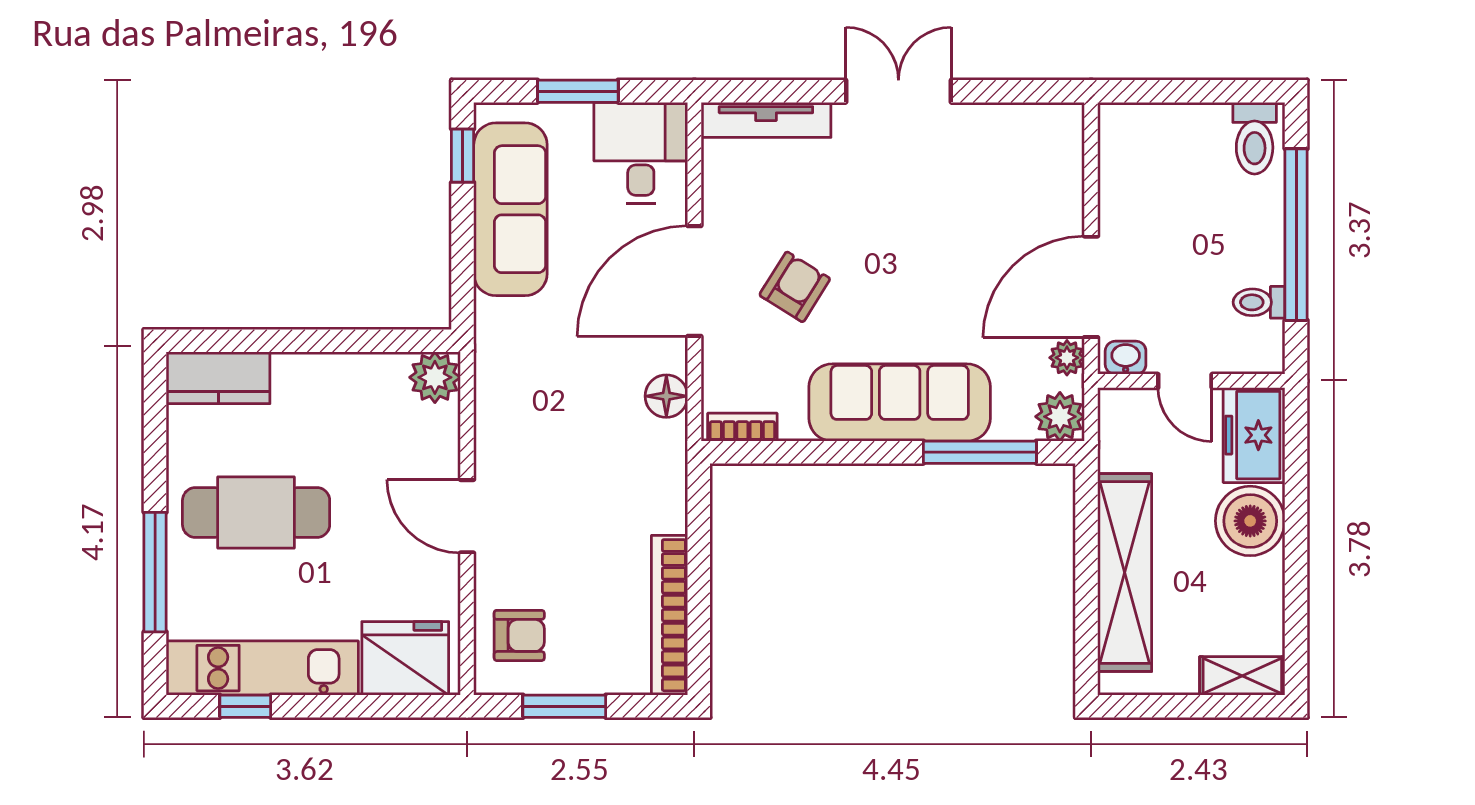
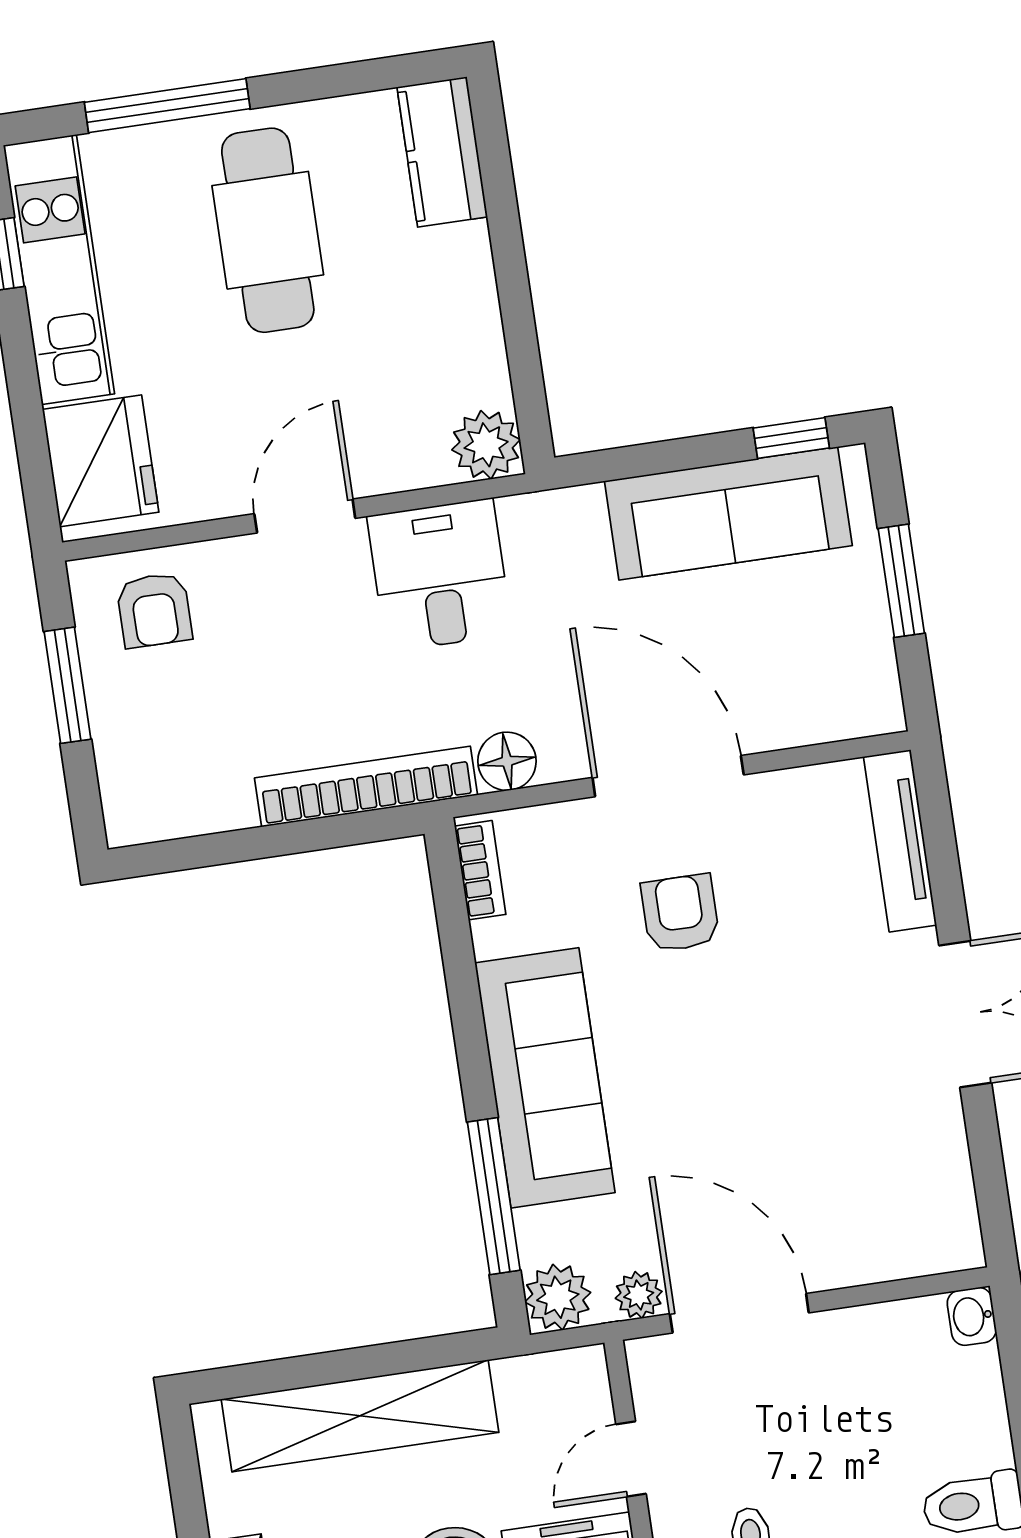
desk: (641, 153) -> (440, 575), moved, turned -90
armchair: (795, 287) -> (680, 913), turned -122
washbasin: (1126, 358) -> (972, 1316), moved, turned 180
bookcase: (670, 615) -> (366, 787), moved

